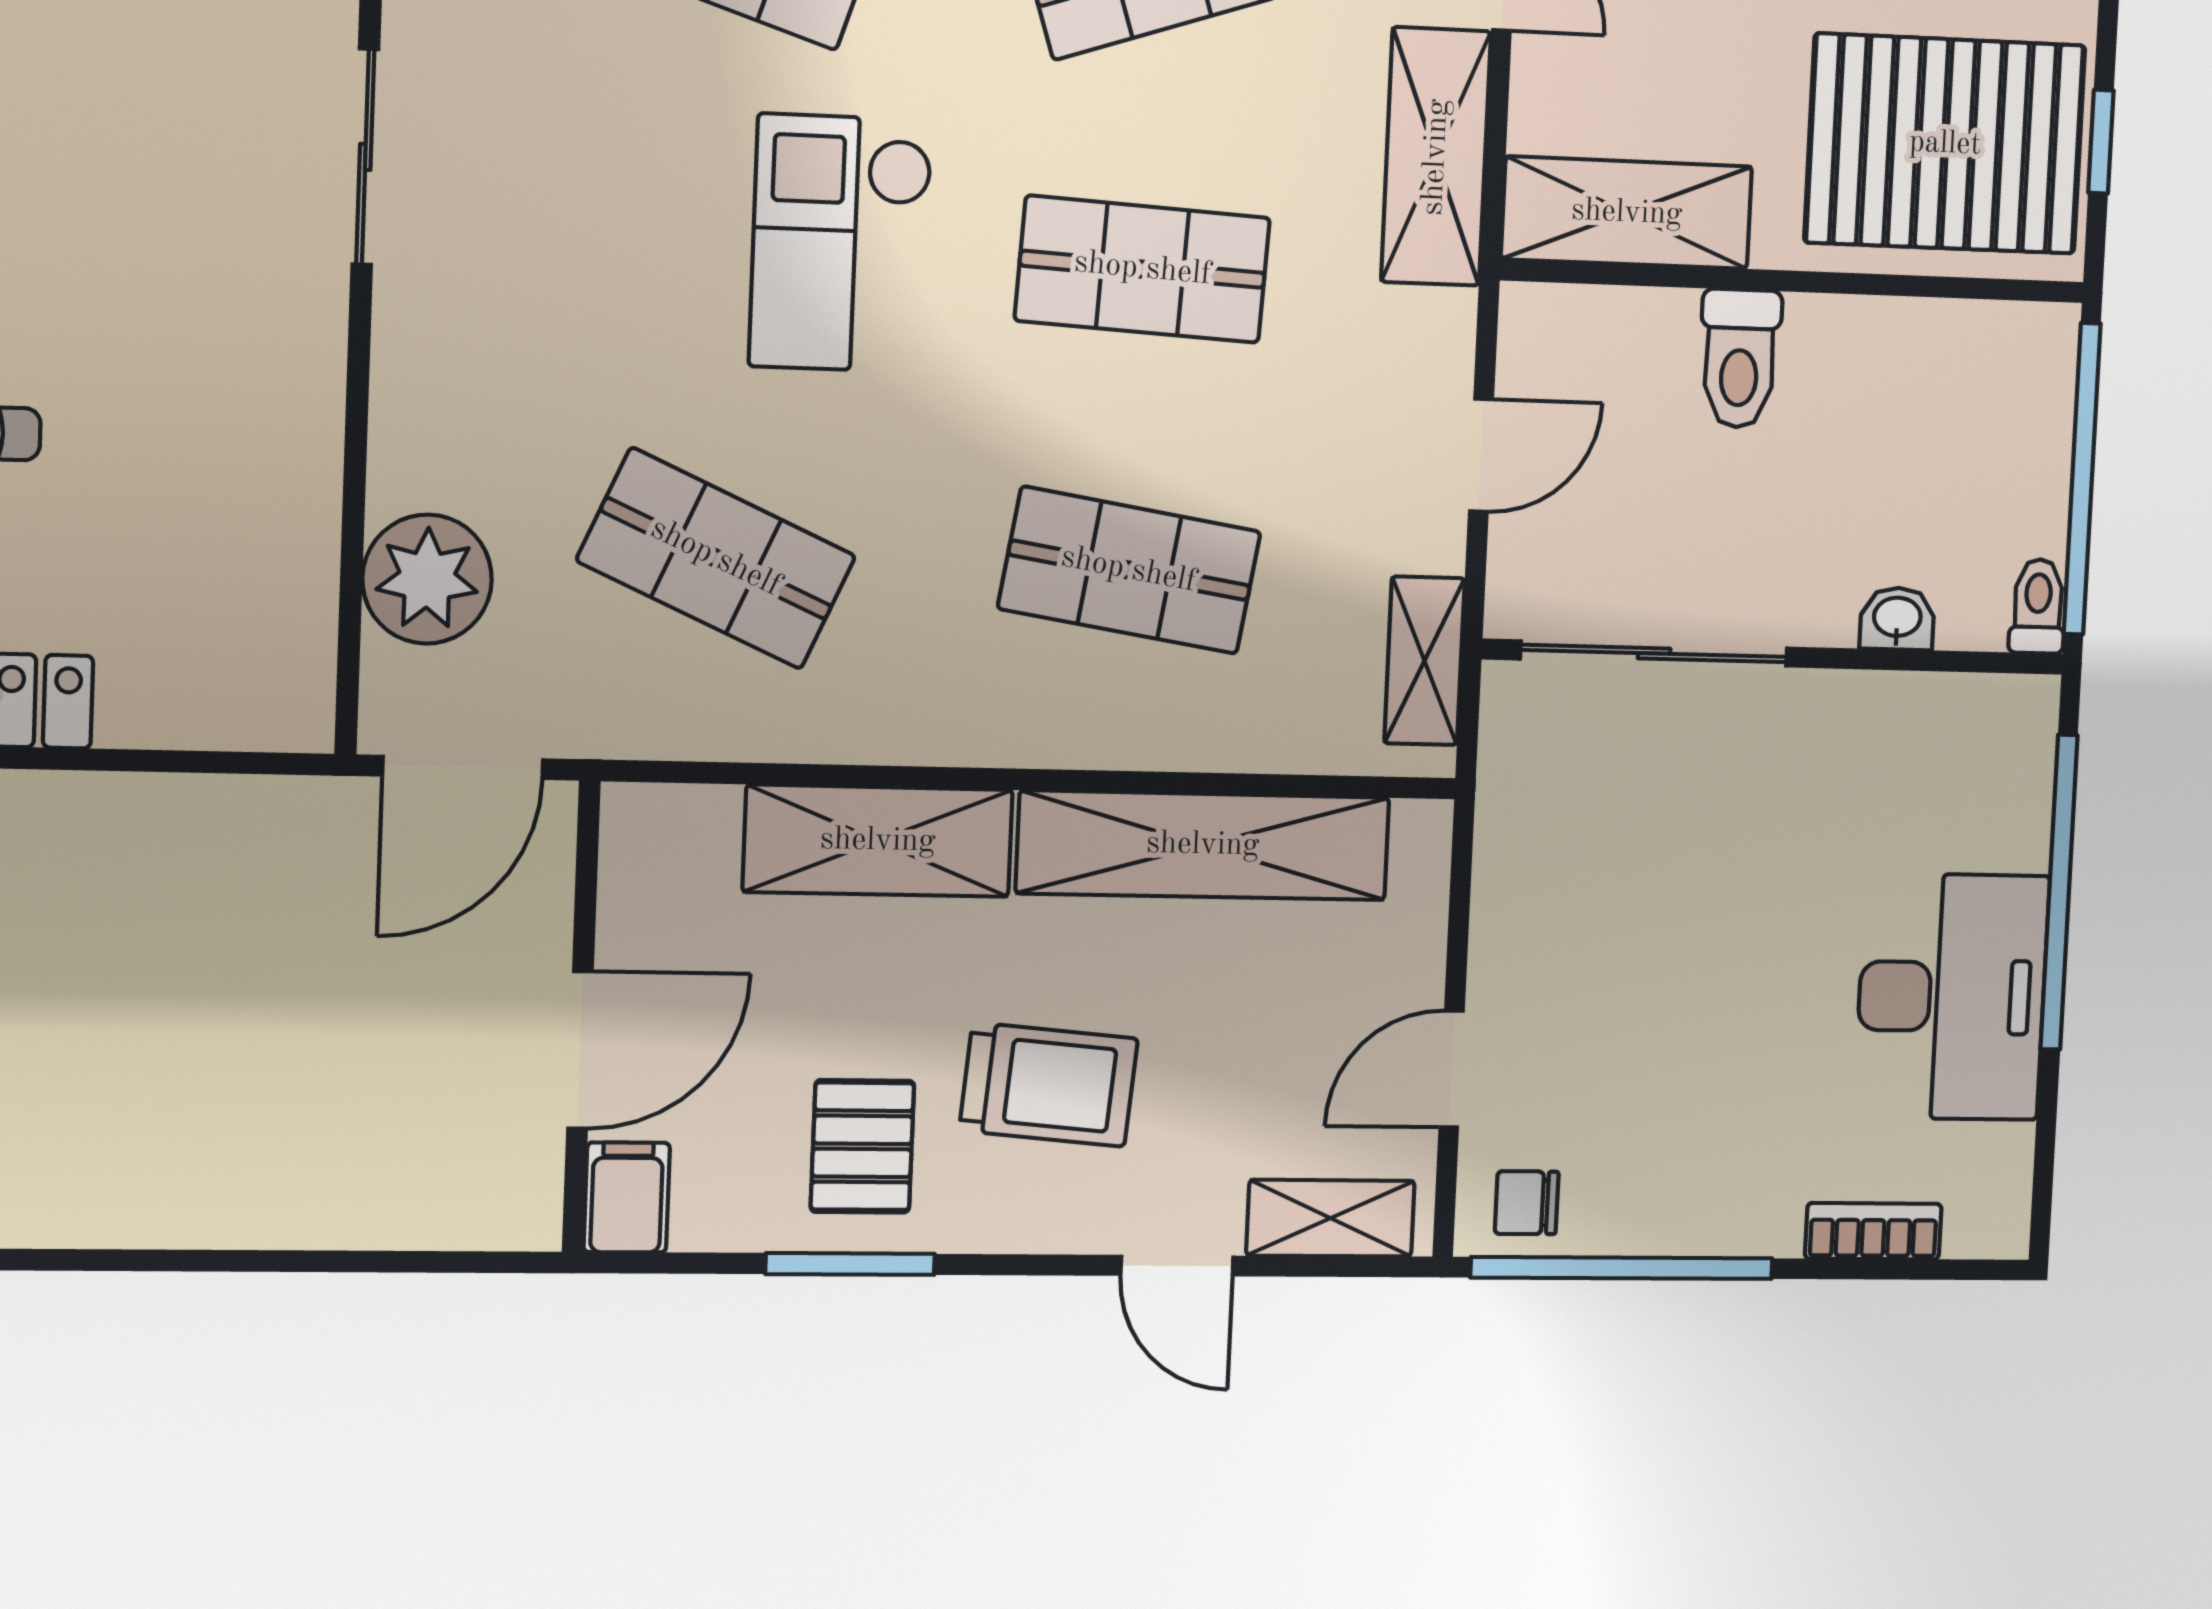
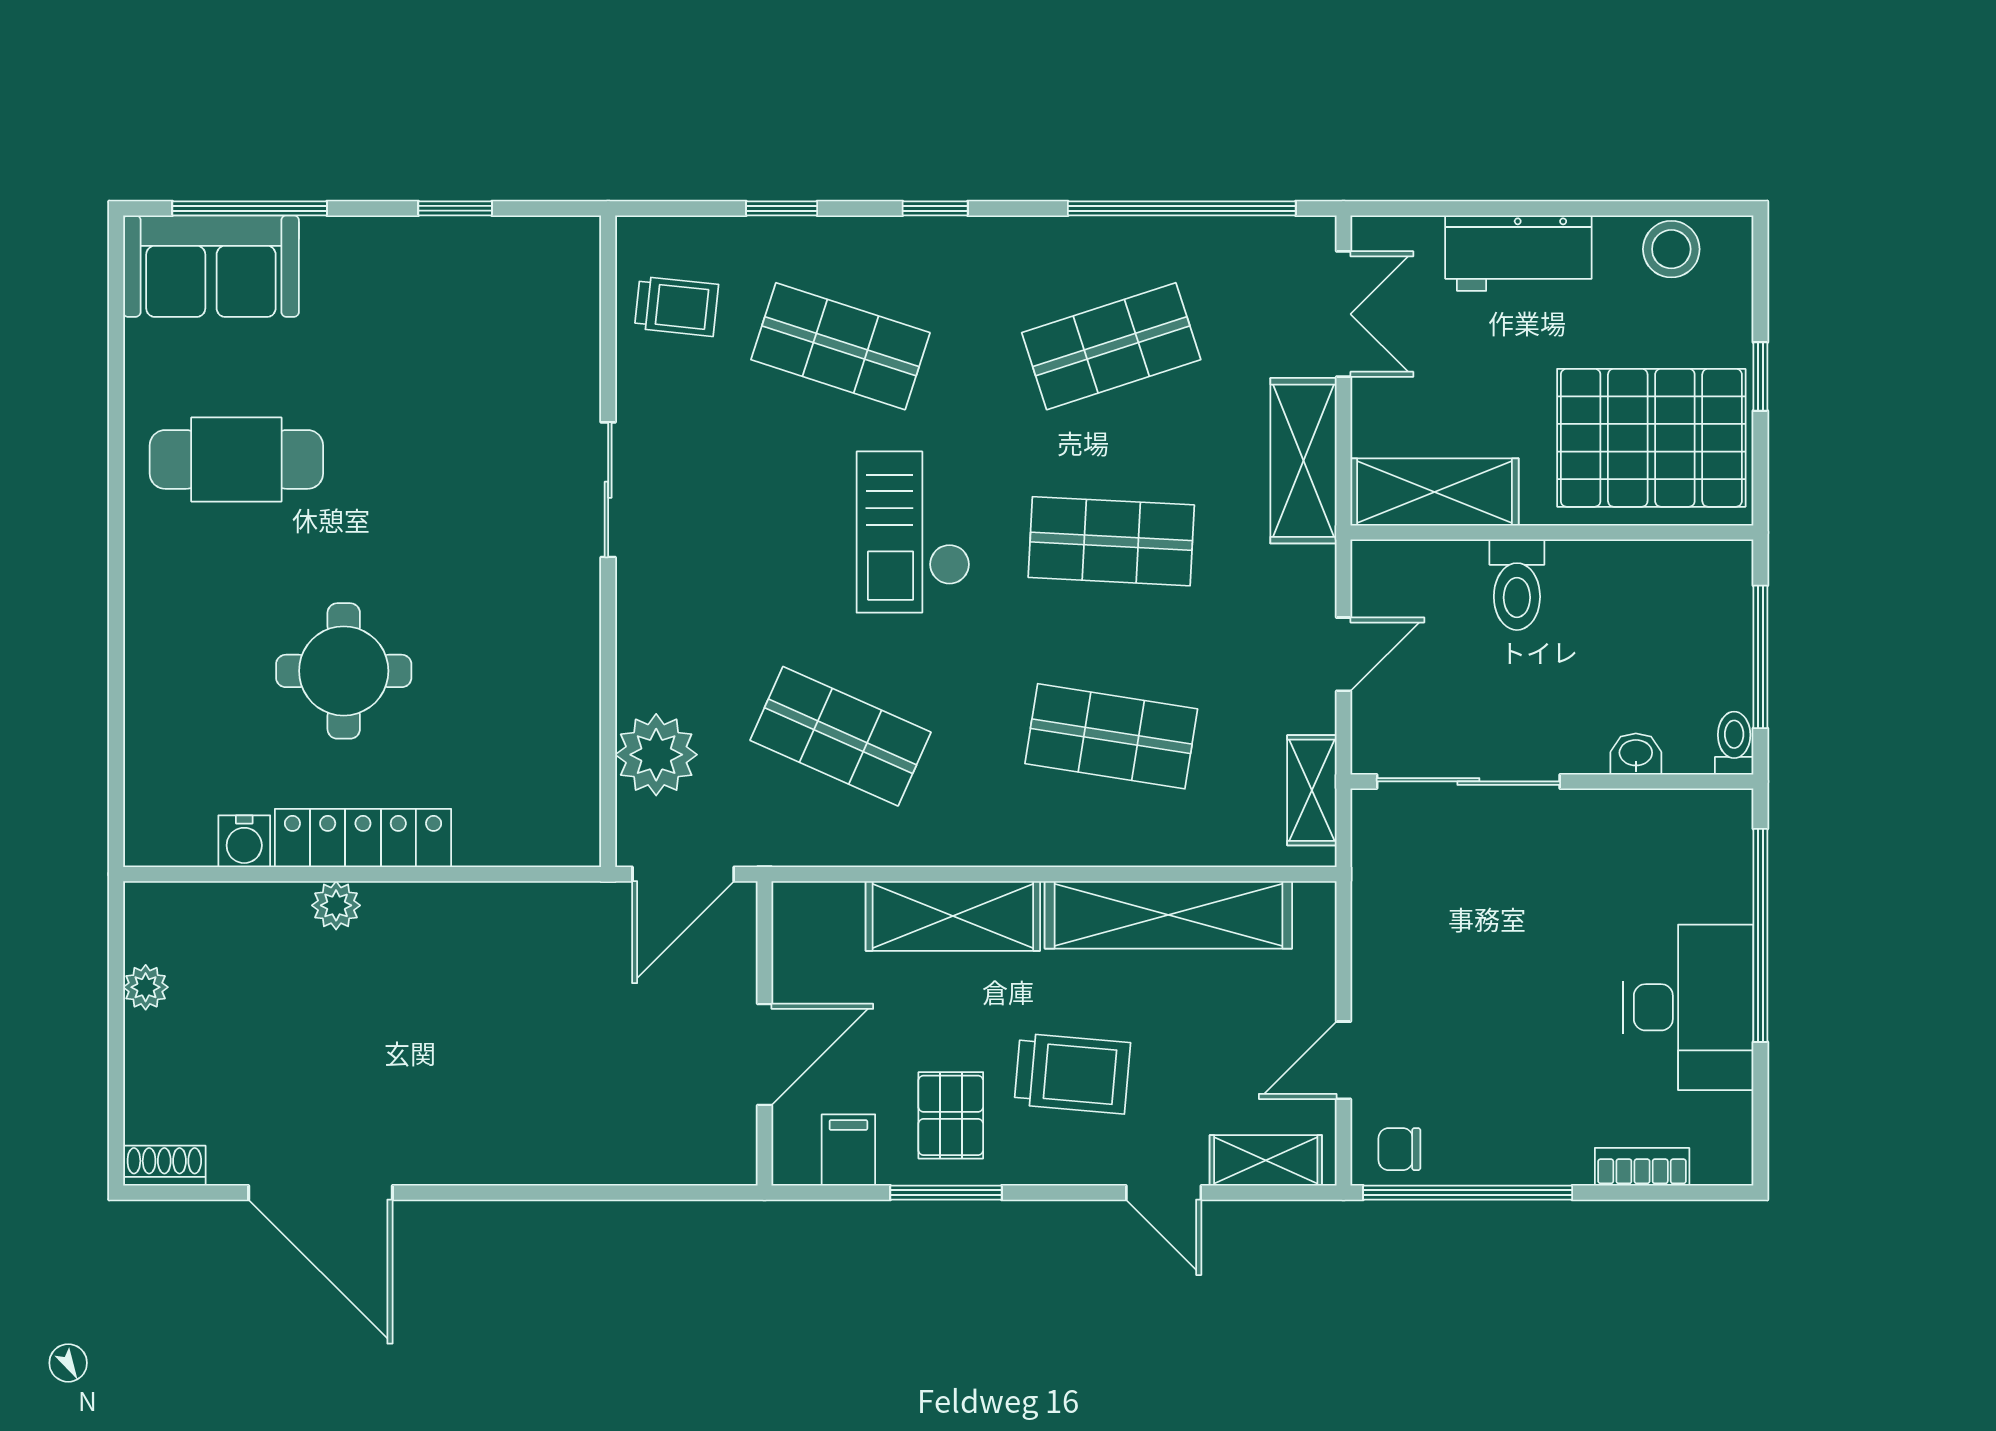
window: (2101, 142) -> (1760, 376), moved
window: (2082, 479) -> (1760, 657), width x0.68
filing cabinet: (627, 1197) -> (848, 1150), moved

